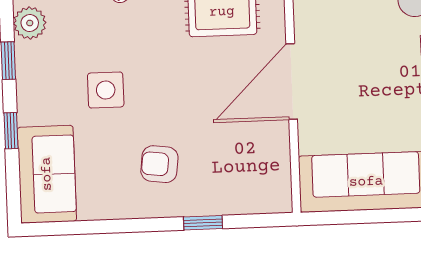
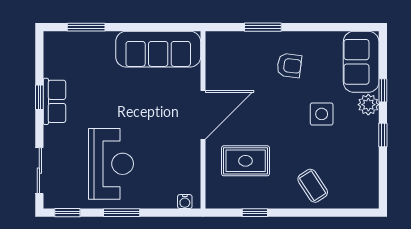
plant: (30, 23) -> (368, 105), moved
window: (203, 223) -> (263, 27), width x1.50

